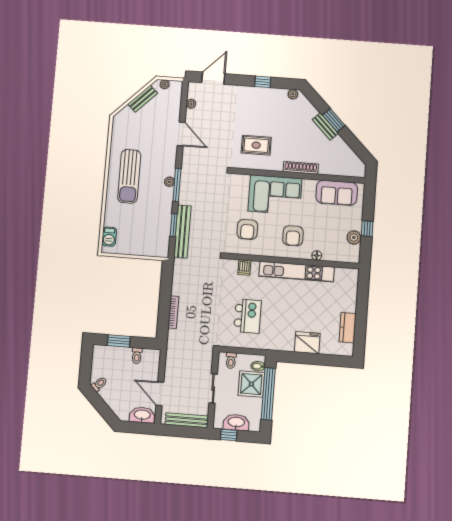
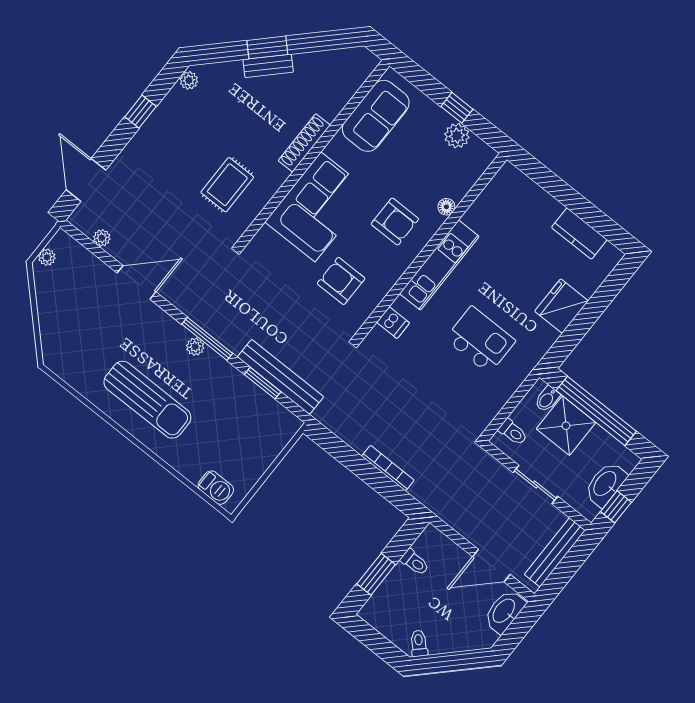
bench: (143, 99) -> (46, 303), removed
armchair: (247, 229) -> (341, 281), turned 180
kitchen unit: (297, 272) -> (439, 265), width x0.73
kitchen island: (248, 316) -> (480, 340), moved

